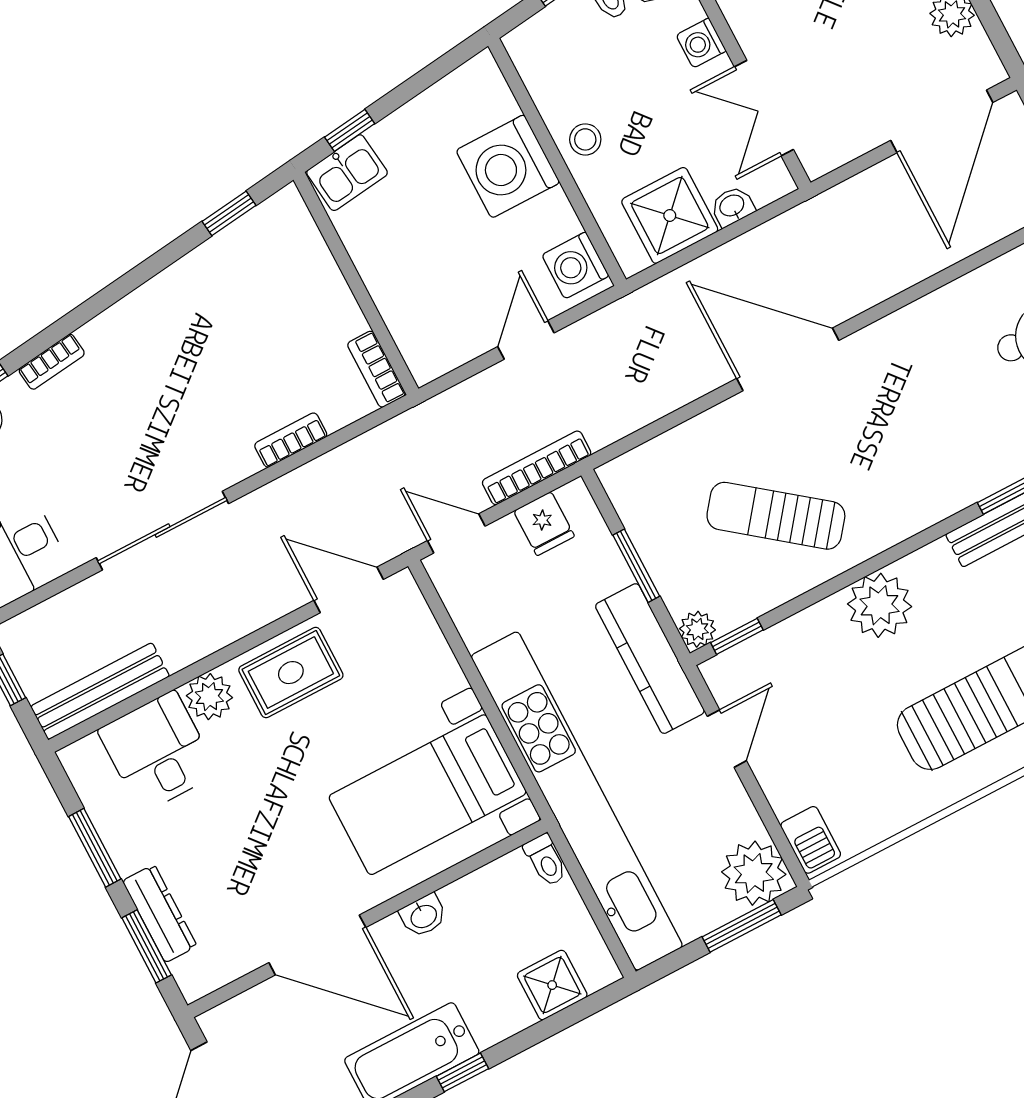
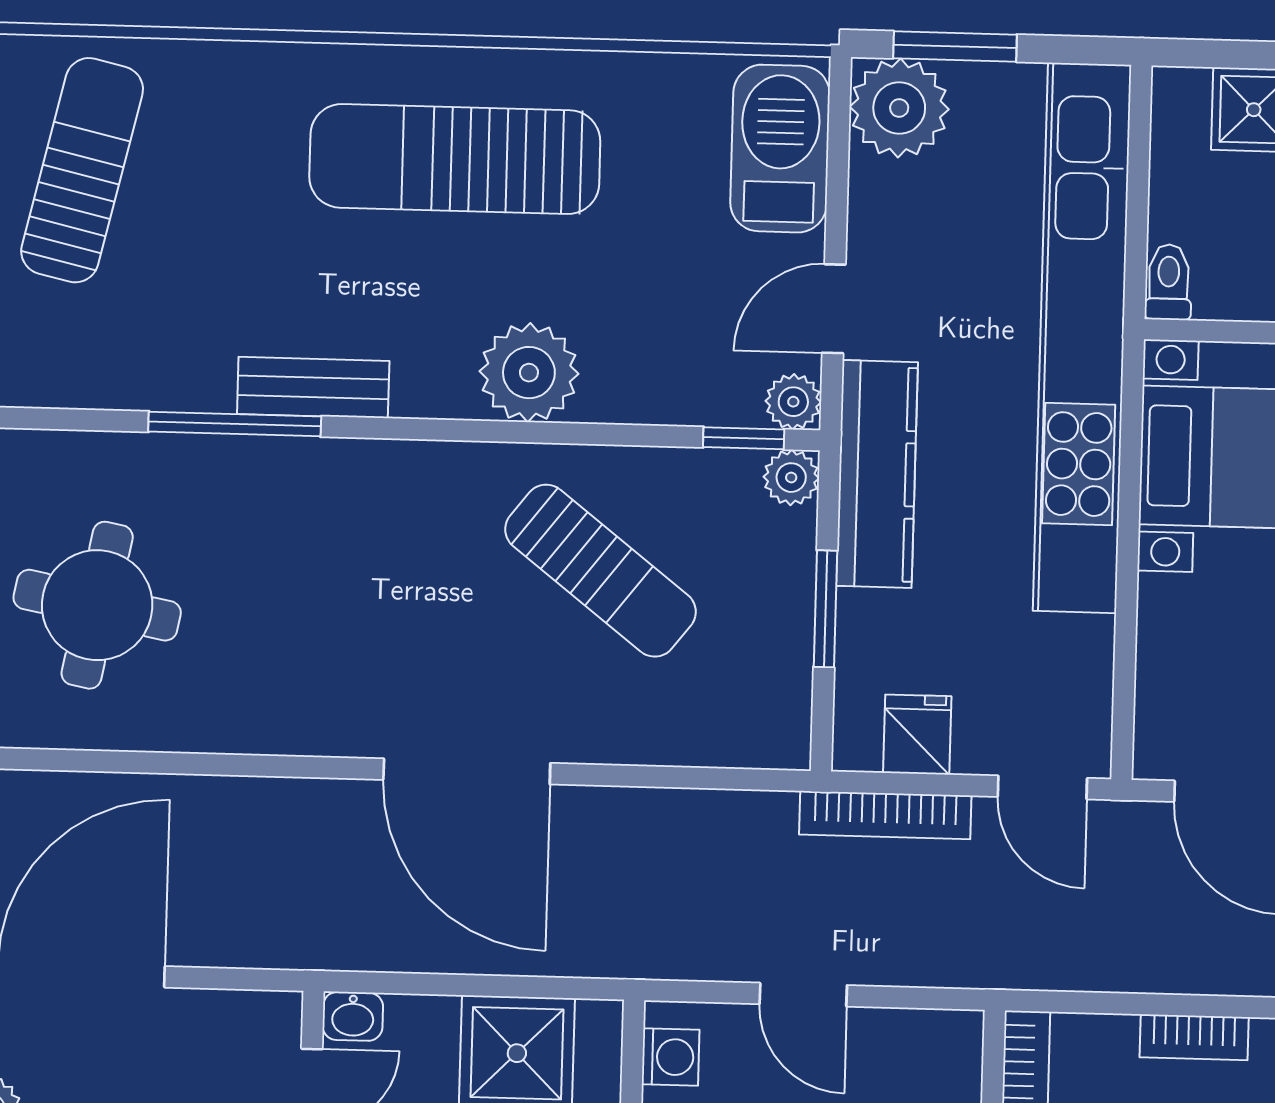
washbasin: (732, 206) -> (353, 1016), moved
washing machine: (575, 265) -> (671, 1057), width x0.73, depth x0.73
door: (526, 340) -> (803, 995), hinge flipped
plant: (720, 673) -> (793, 402), added
barbecue: (811, 840) -> (780, 149), width x1.88, depth x1.53

